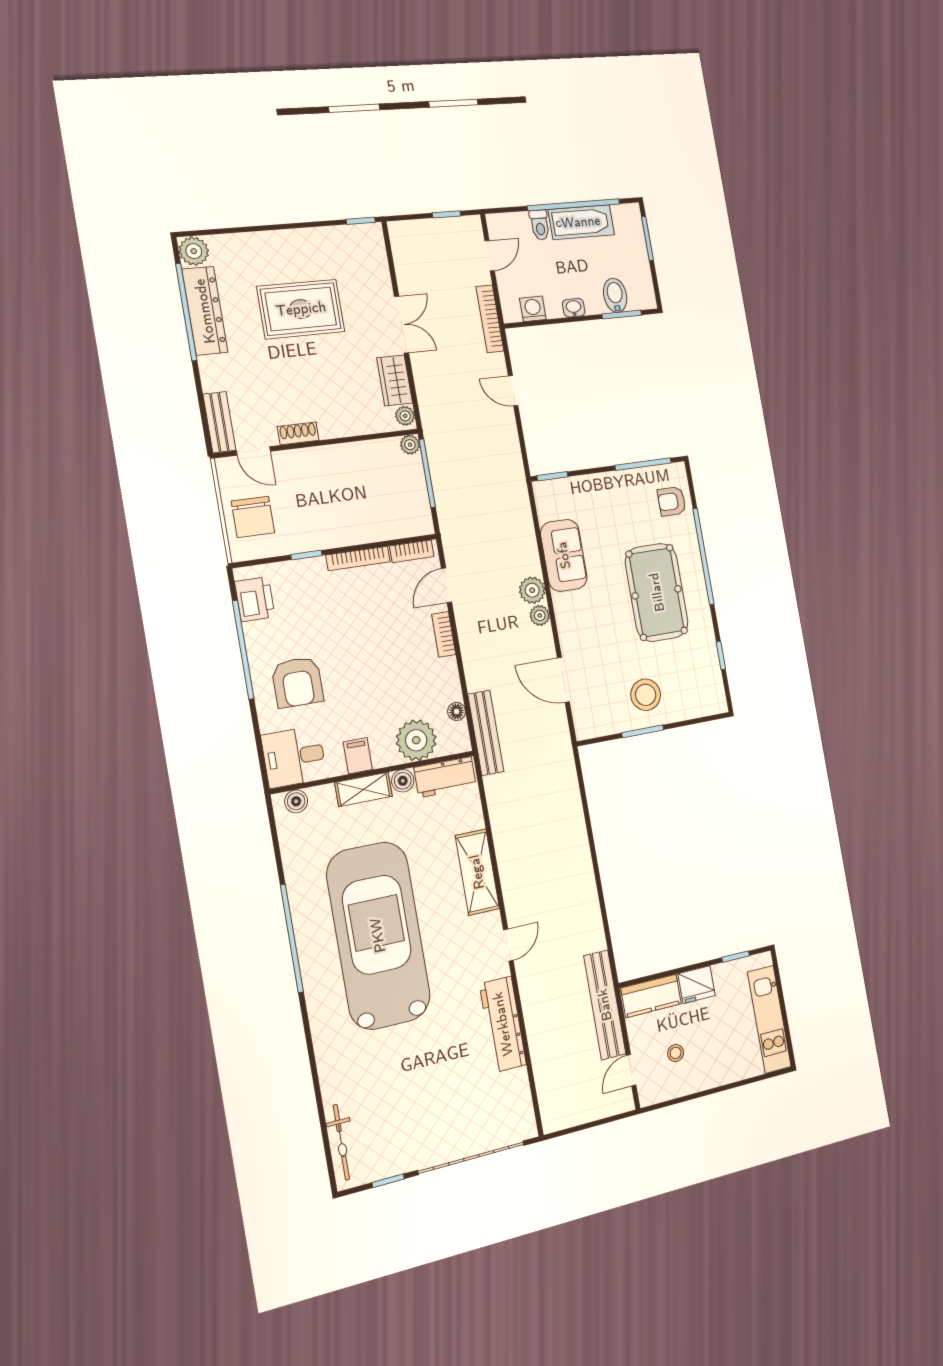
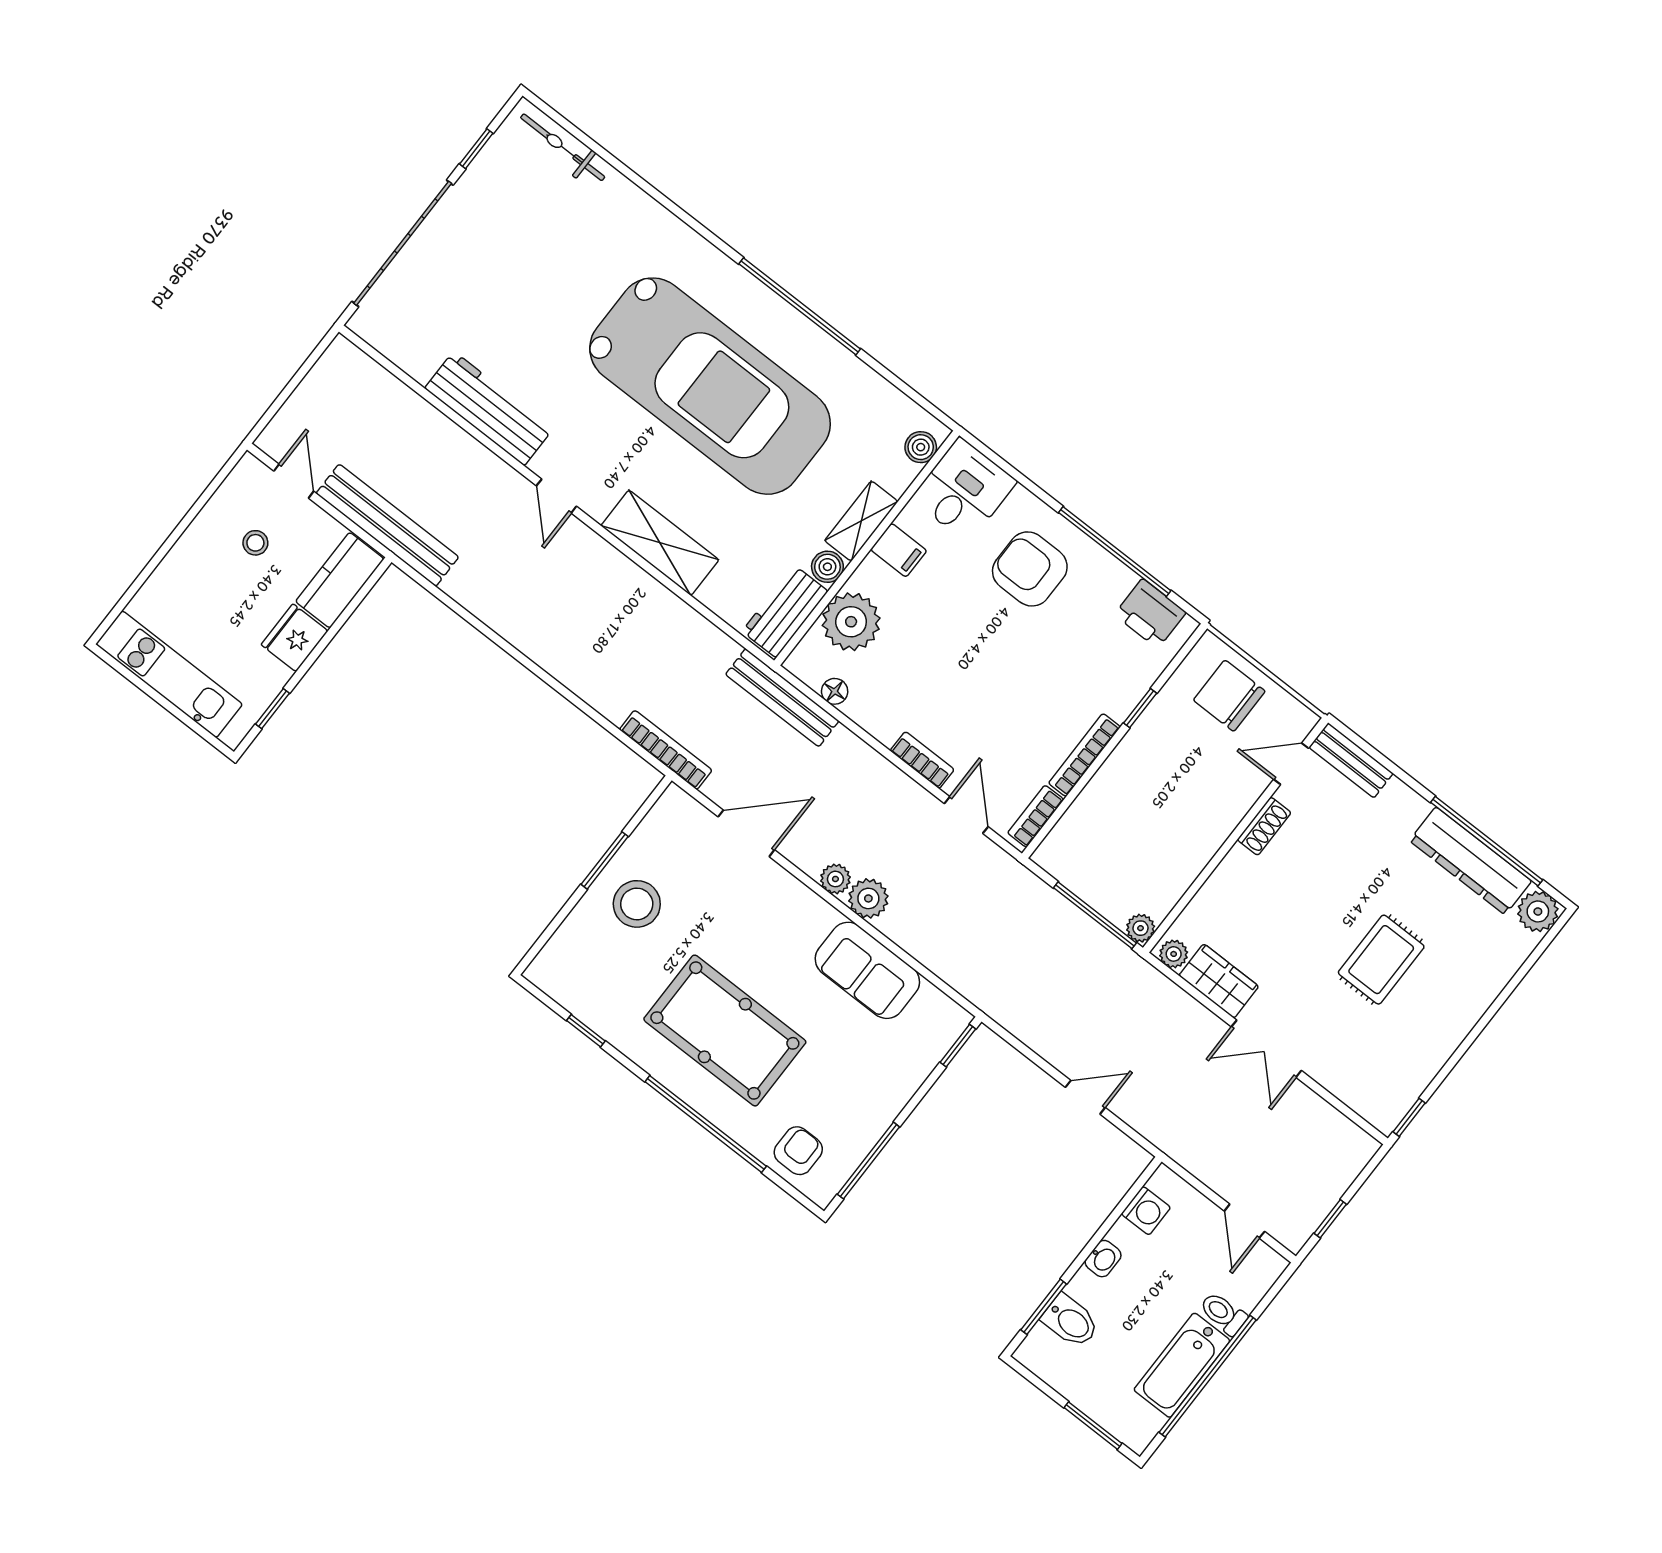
rug: (301, 309) -> (1381, 960), width x0.73, depth x0.70
bookcase: (490, 319) -> (666, 750), moved

